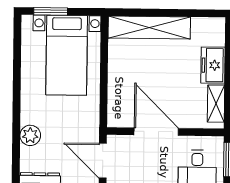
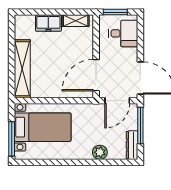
window: (51, 11) -> (12, 139), width x1.44
door: (156, 132) -> (96, 75), moved

